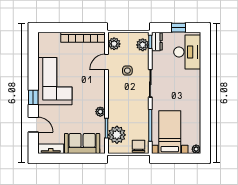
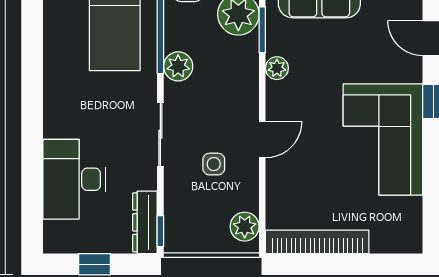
dresser: (157, 42) -> (145, 222), width x1.44
plant: (143, 45) -> (178, 66), moved
desk: (187, 52) -> (74, 179), moved
door: (107, 62) -> (262, 140), moved

